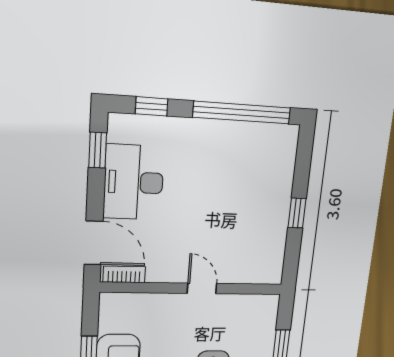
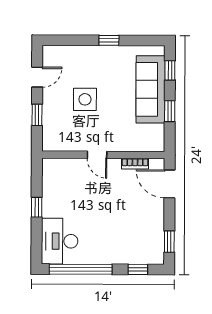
desk: (134, 182) -> (60, 241), moved, turned 180
bookcase: (124, 274) -> (135, 164), moved

